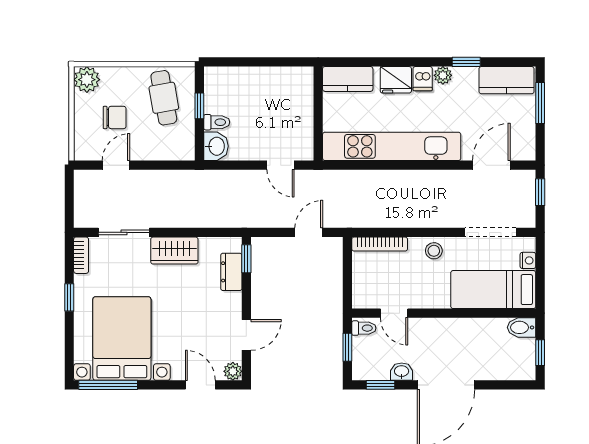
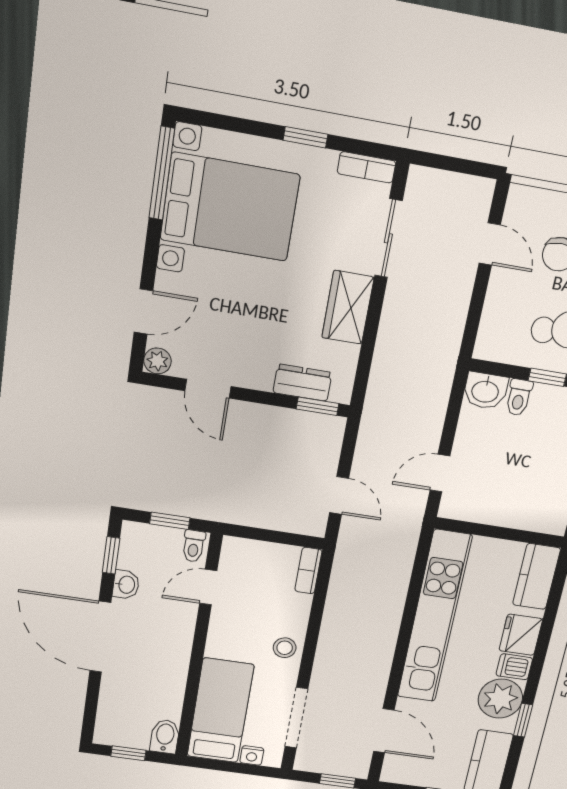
plant: (443, 75) -> (500, 699), width x1.88, depth x1.88
bookcase: (380, 244) -> (308, 571), width x0.64

